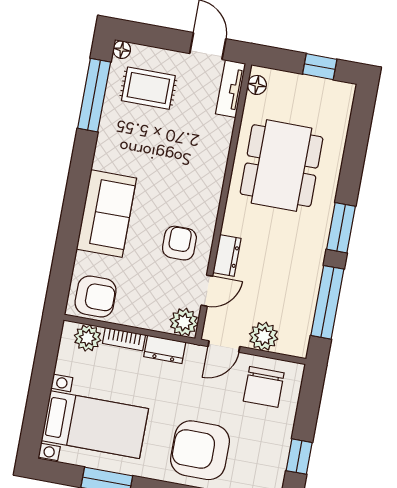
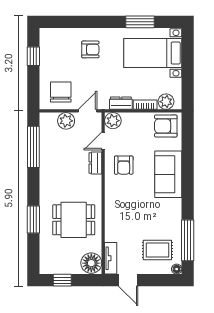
floor lamp: (257, 85) -> (91, 263), width x1.89, depth x1.89
dining table: (282, 166) -> (74, 220), width x0.73
window: (341, 228) -> (33, 219), moved
armchair: (200, 450) -> (90, 49), width x0.53, depth x0.53

